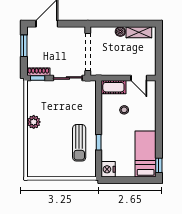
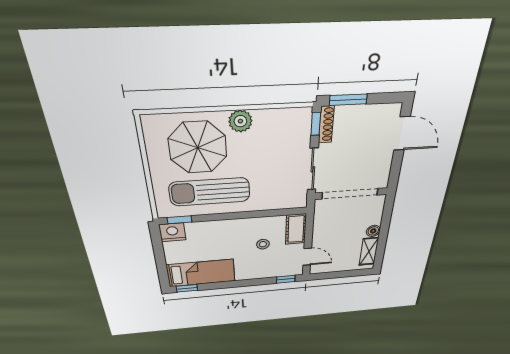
window: (24, 46) -> (348, 100), moved
door: (139, 78) -> (307, 257), swing flipped
window: (159, 93) -> (286, 279), added
window: (99, 142) -> (180, 220), moved
sun lounger: (79, 143) -> (210, 192), width x1.36, depth x1.34
parasol: (49, 147) -> (198, 148), added

